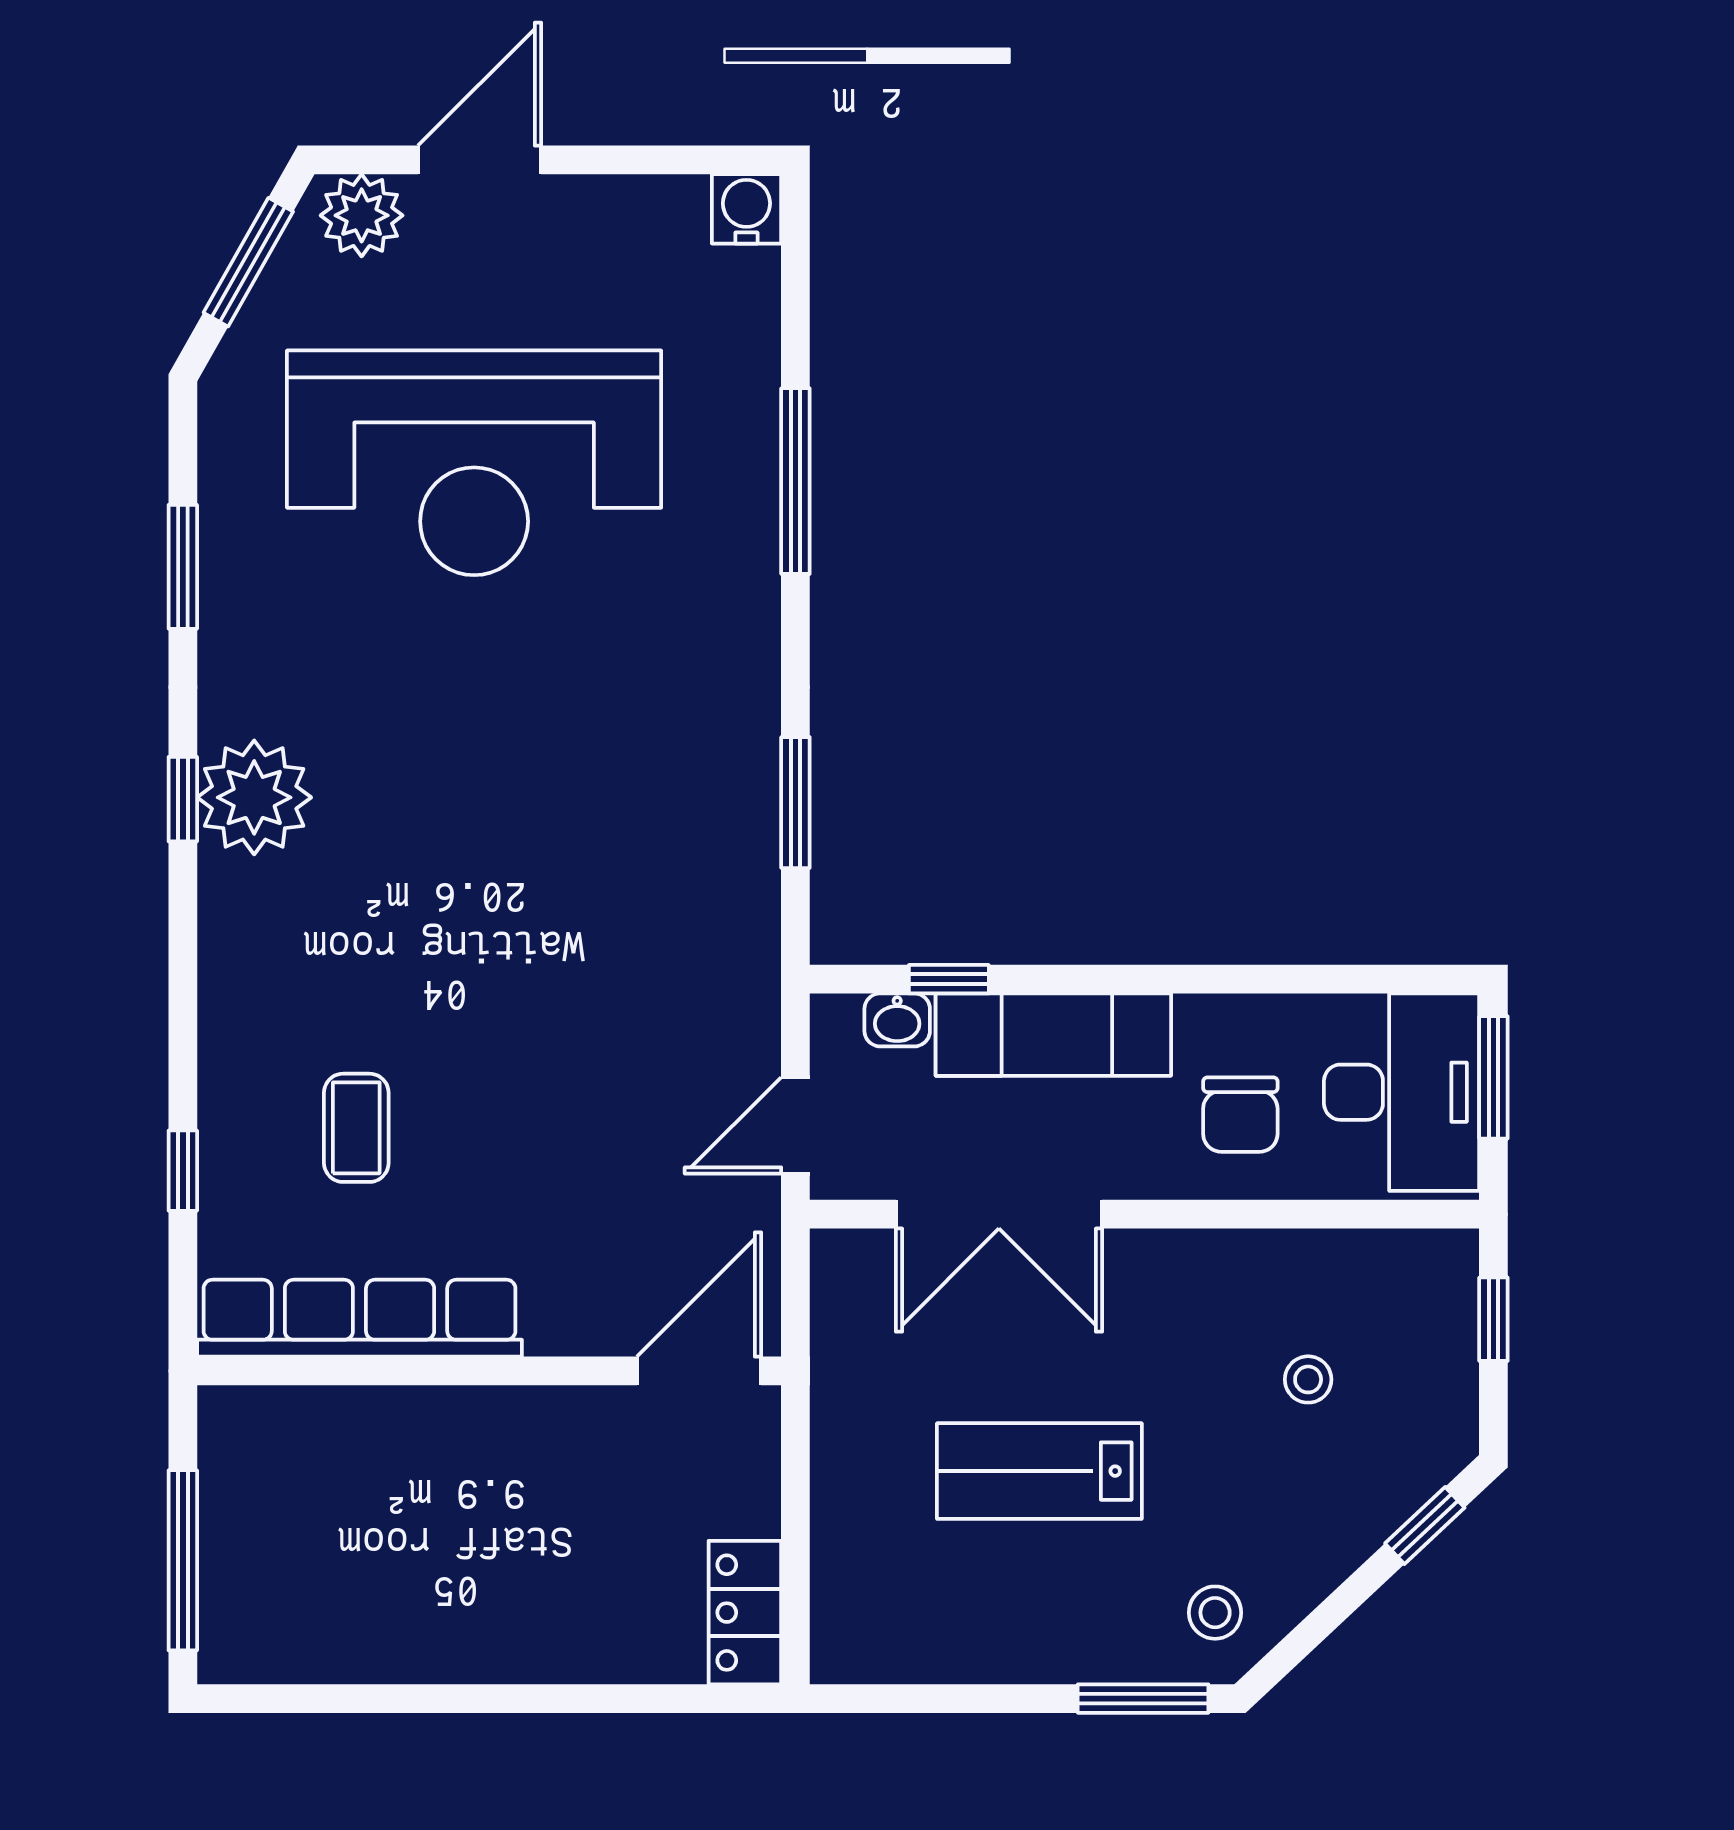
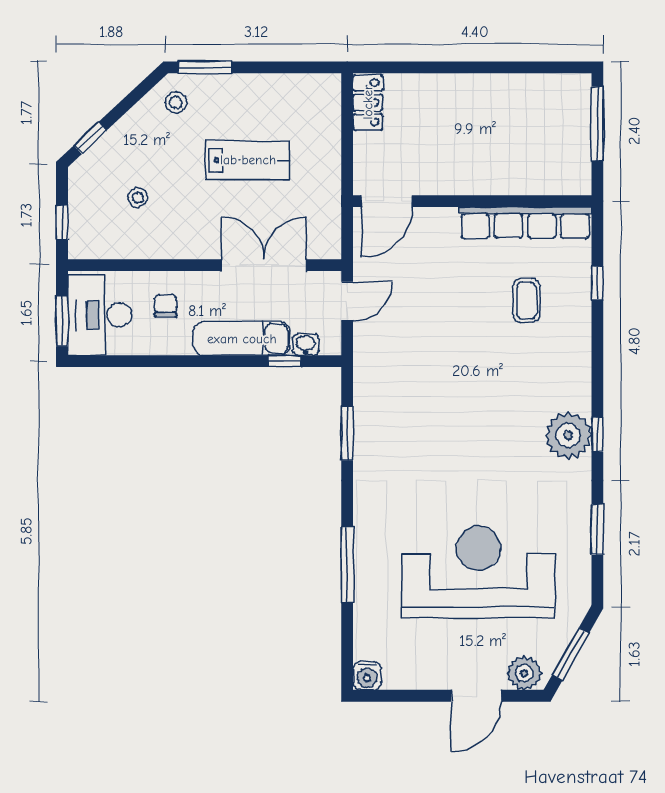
chair: (1240, 1115) -> (165, 306), width x0.73, depth x0.73

